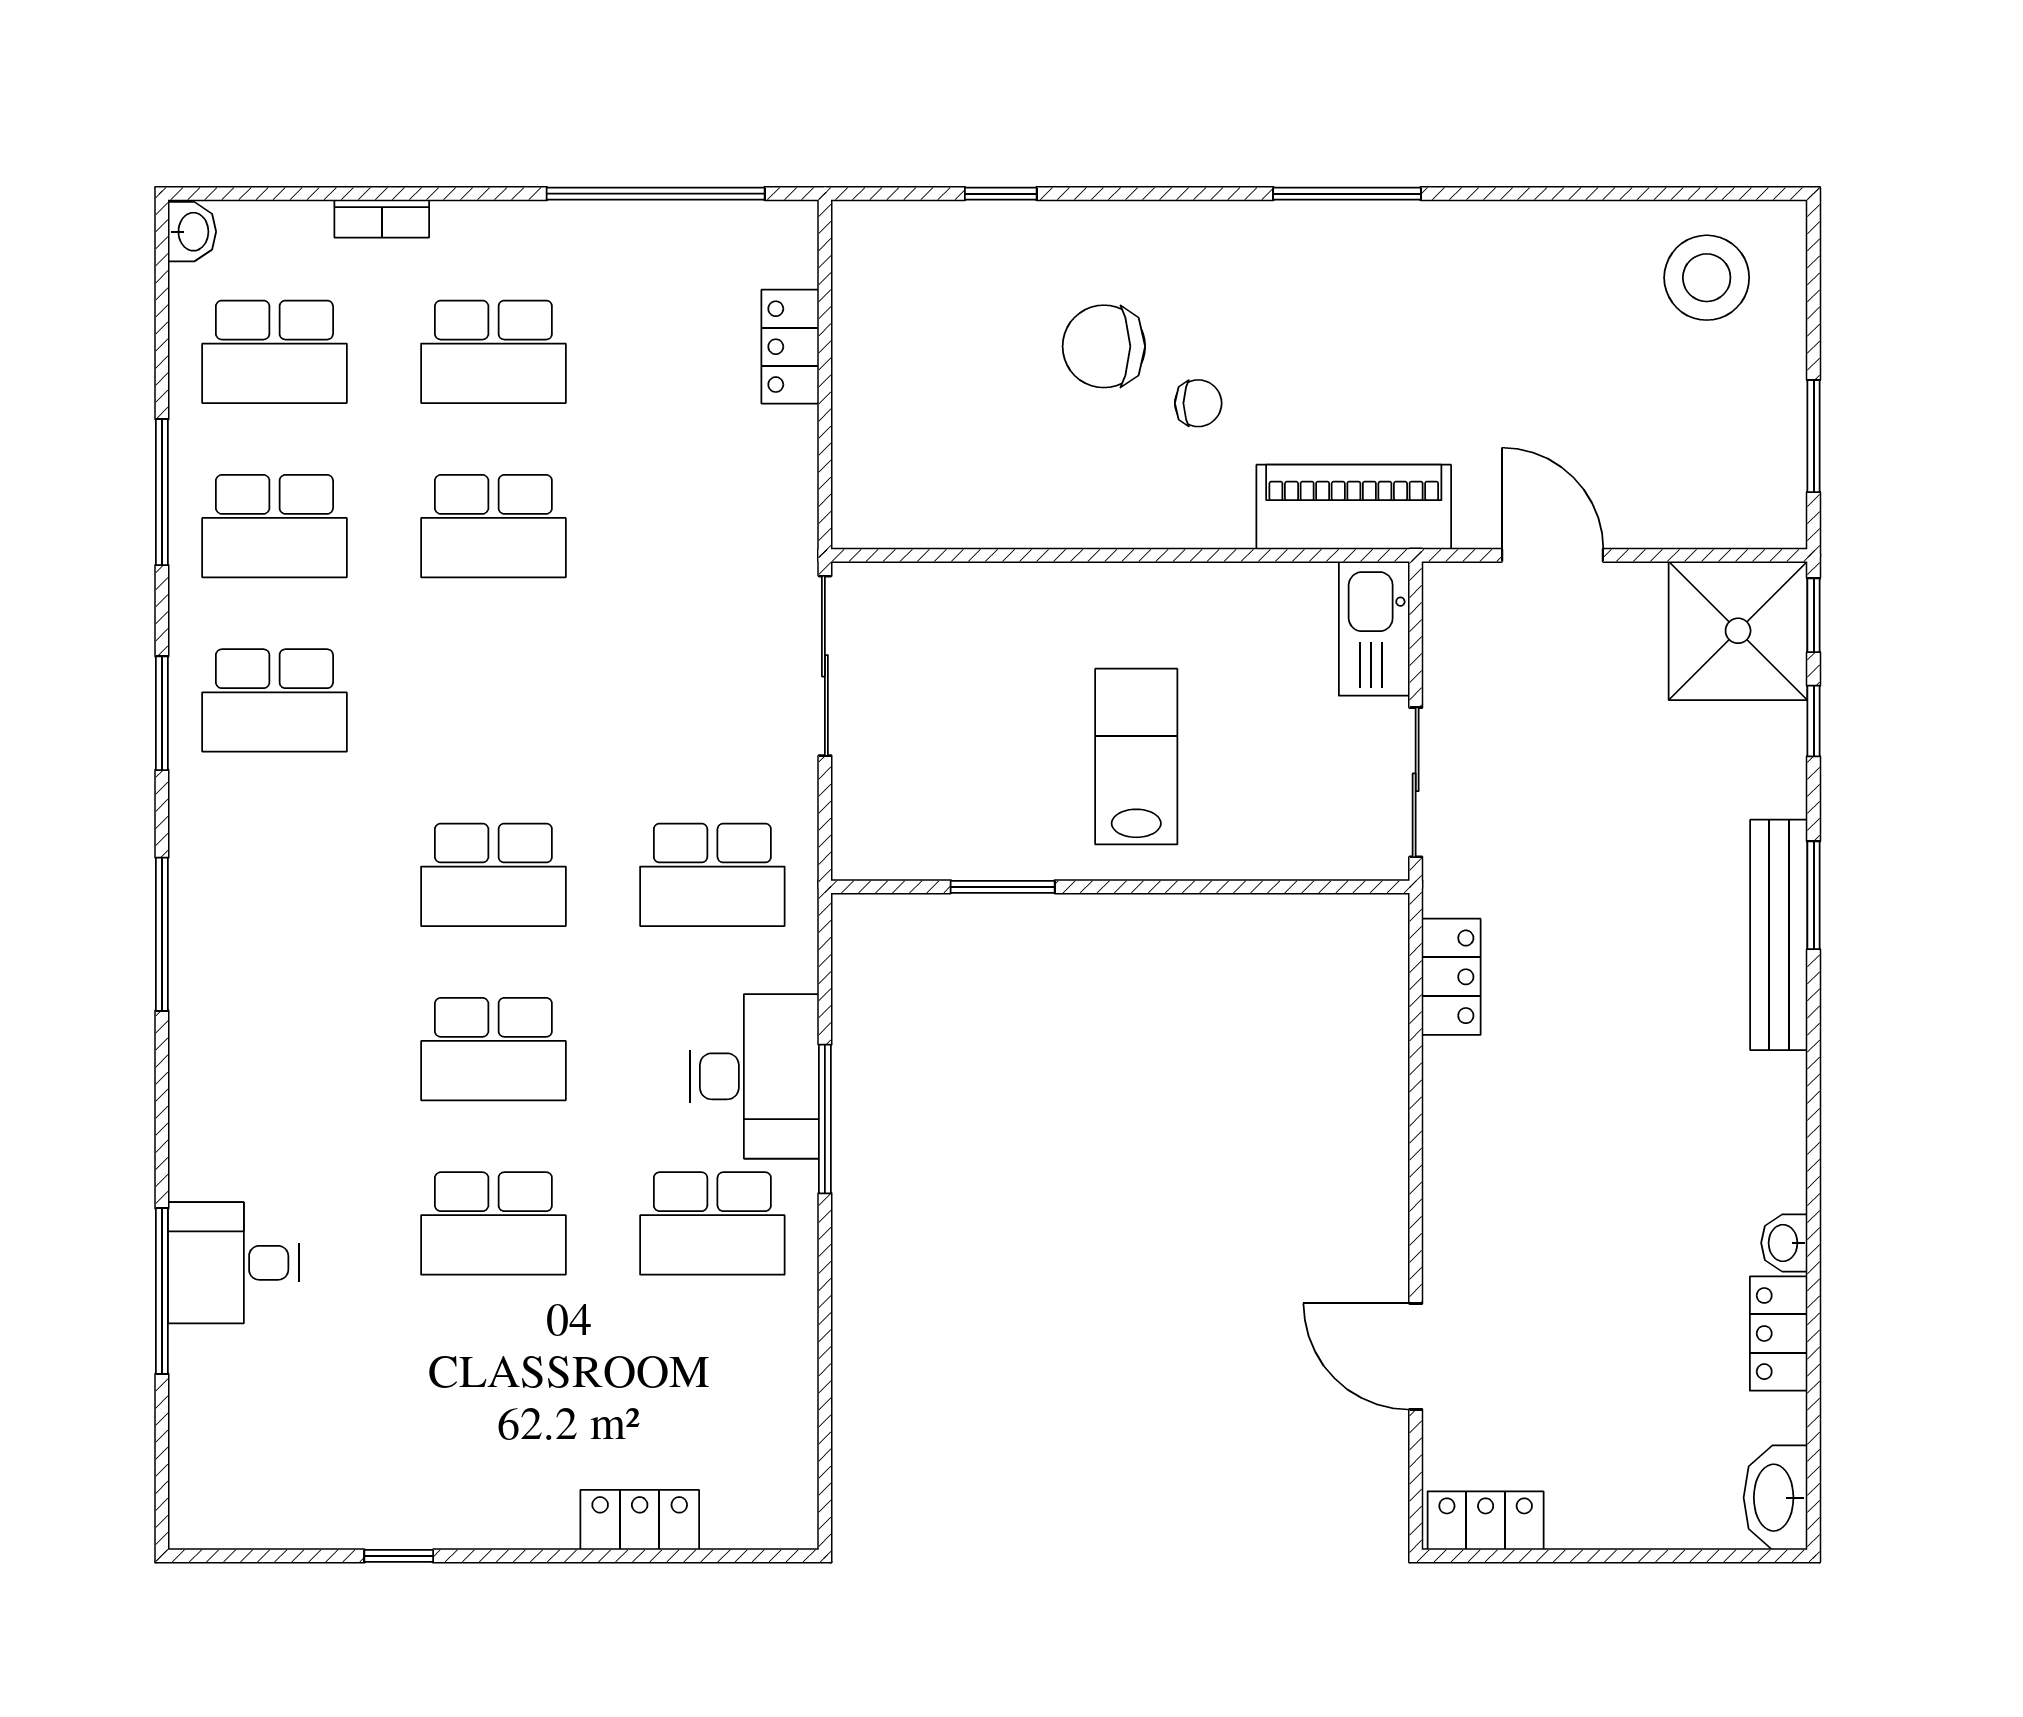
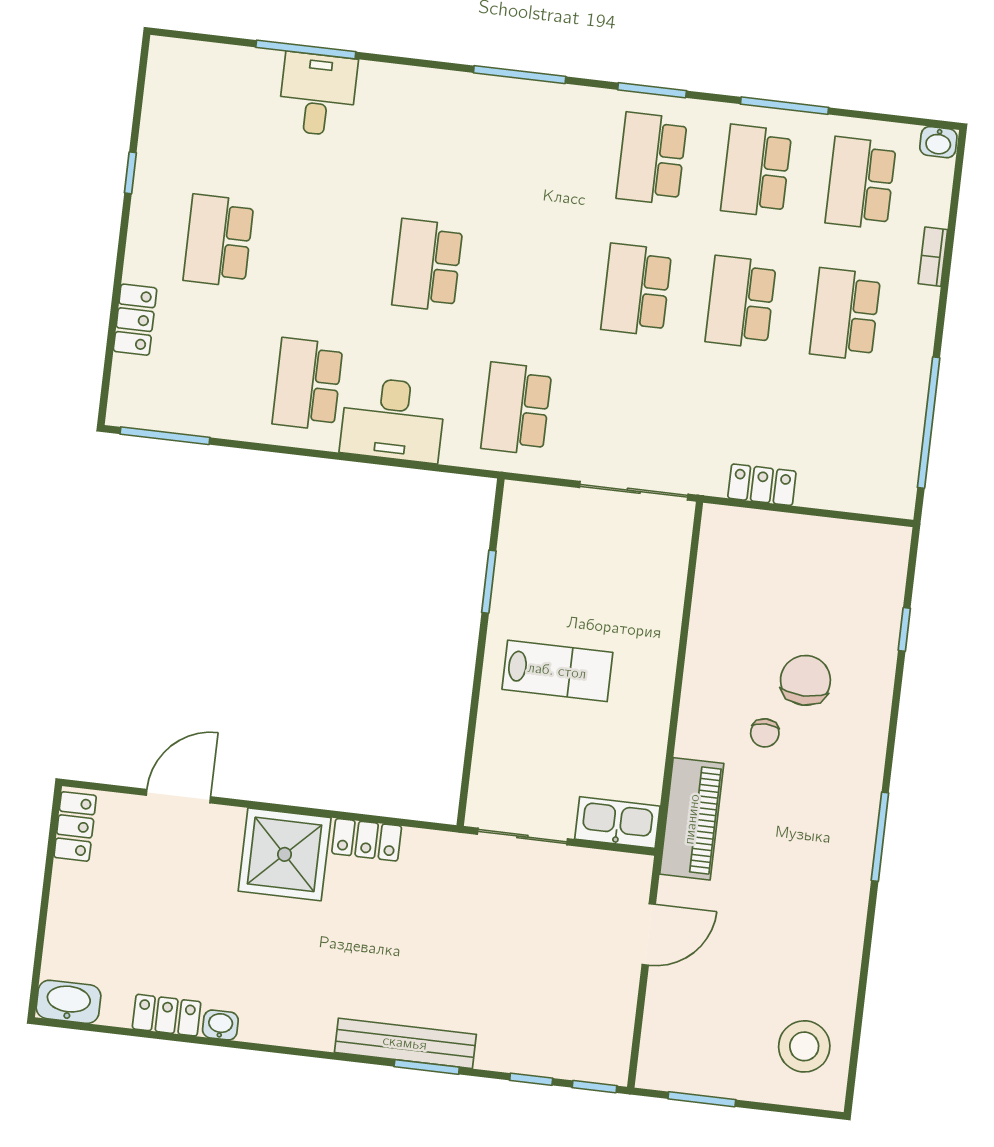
locker: (790, 347) -> (762, 485), moved
shower: (1738, 631) -> (285, 854), moved
school desk: (493, 875) -> (636, 290), moved
locker: (1451, 977) -> (367, 840), moved
window: (825, 1119) -> (165, 436), moved
school desk: (493, 1223) -> (219, 241), moved

